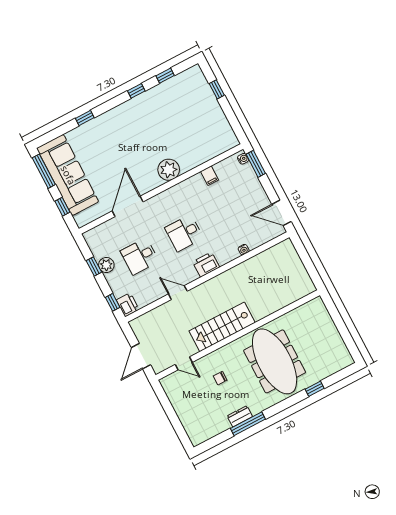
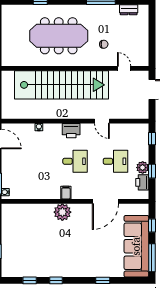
filing cabinet: (209, 176) -> (66, 193), moved
printer: (128, 305) -> (142, 182), moved
stairs: (222, 327) -> (62, 85), width x1.86, depth x1.51
meeting table: (275, 361) -> (59, 36), turned 90
dresser: (240, 416) -> (129, 10), moved

